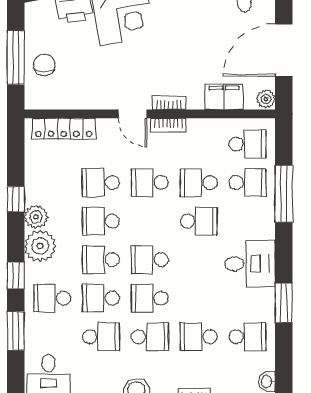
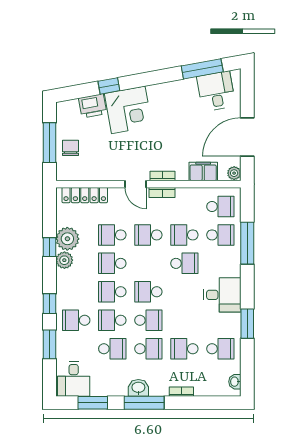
plant: (40, 246) -> (67, 239), moved
school desk: (150, 298) -> (148, 320), turned 180

